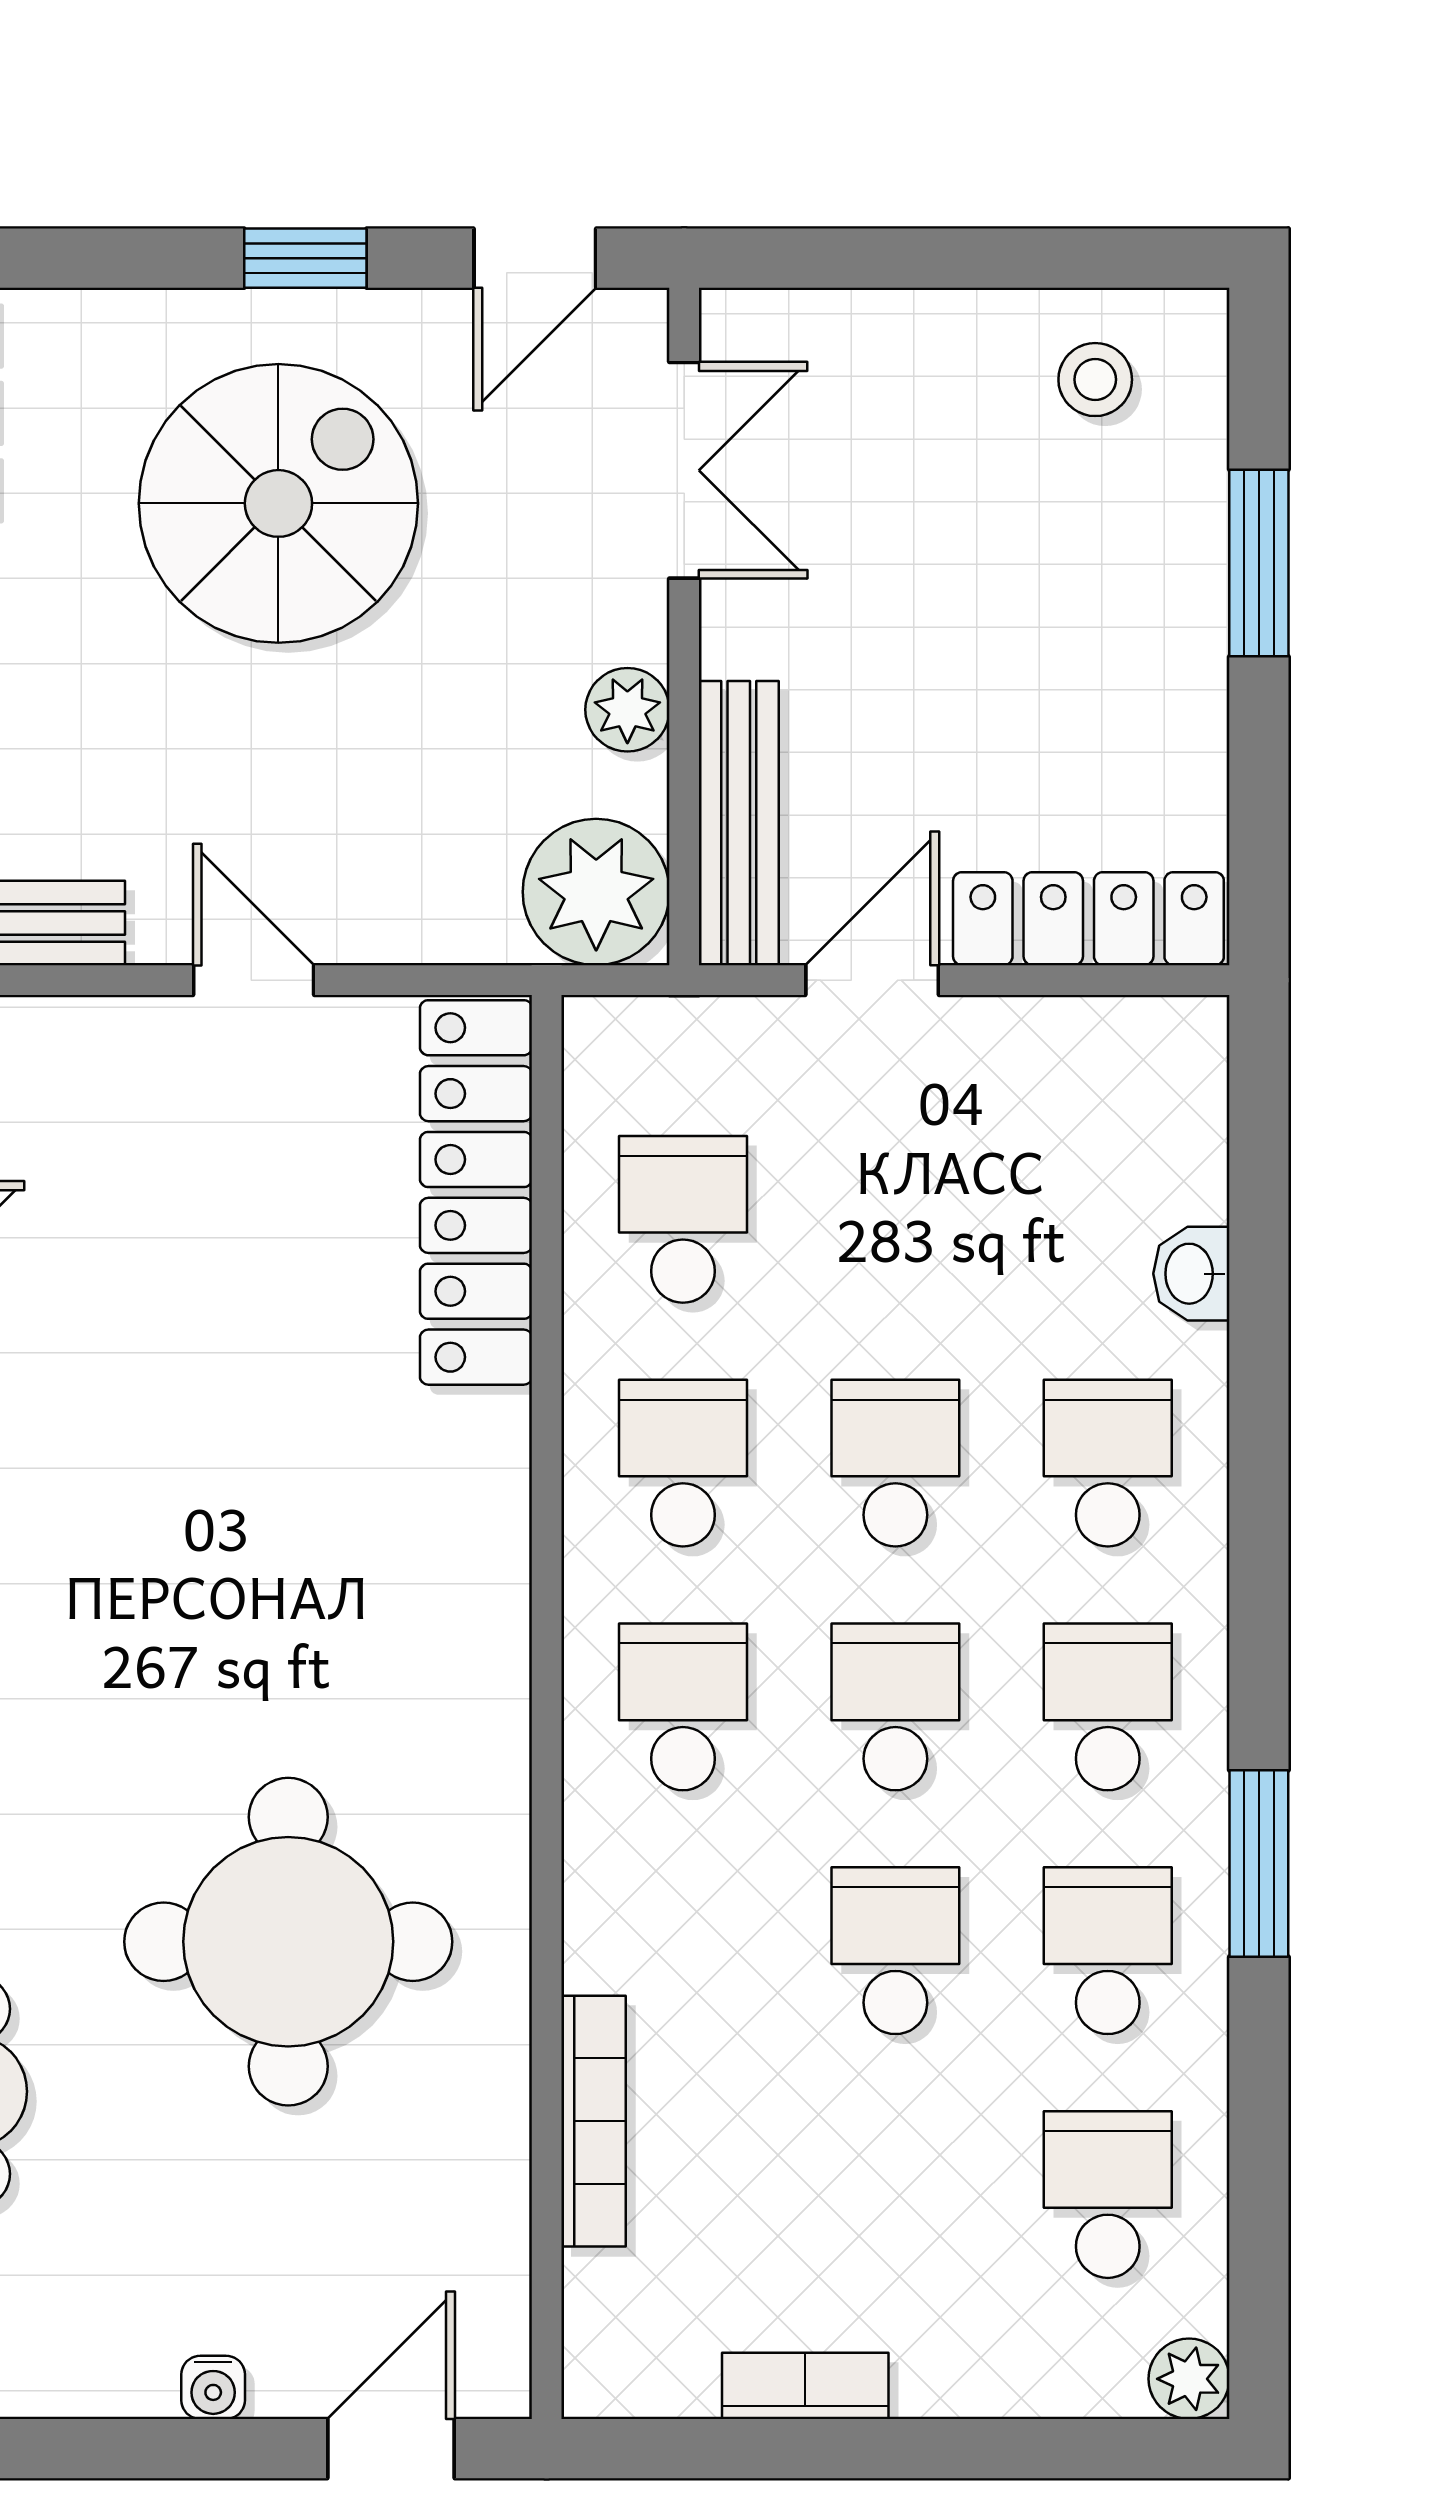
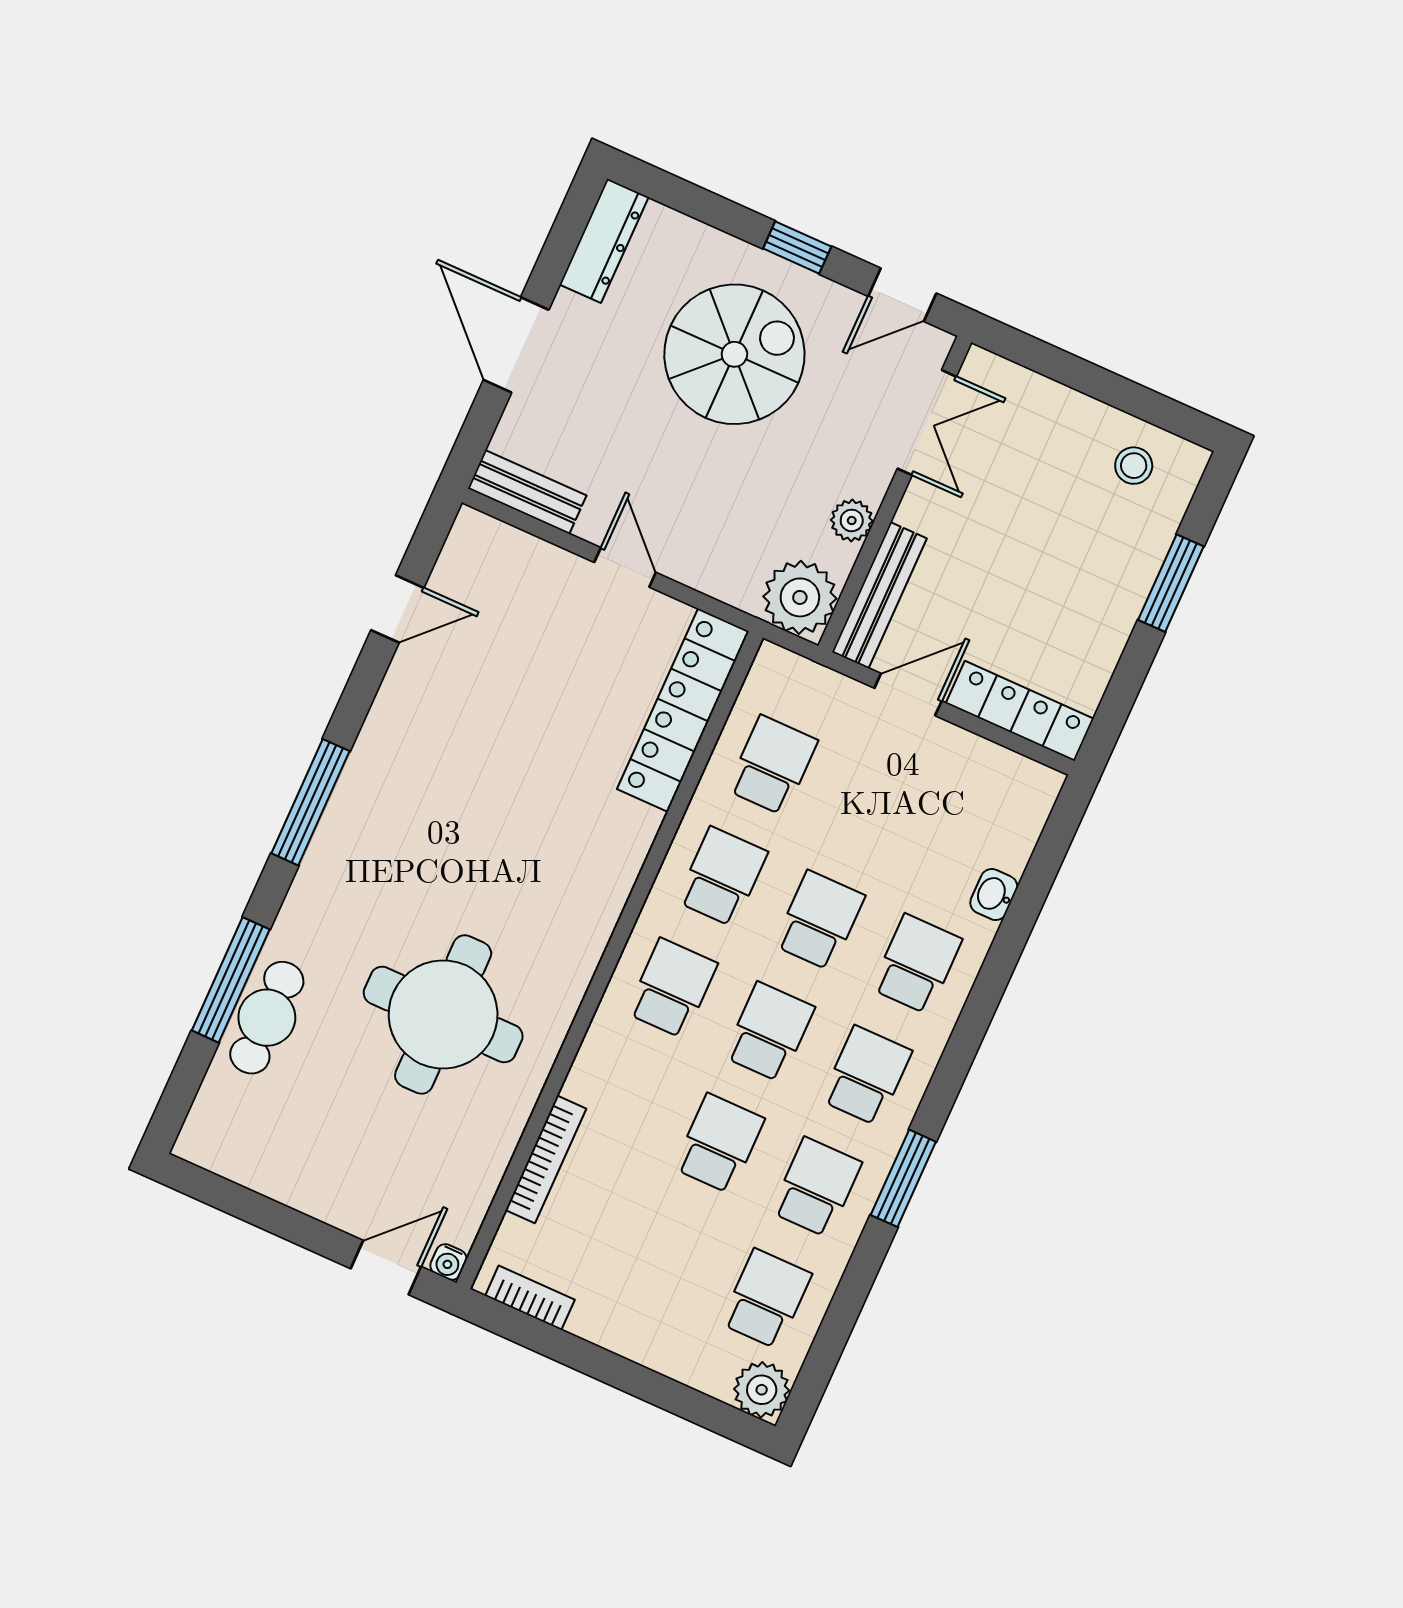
plant: (1189, 2379) -> (762, 1390), width x1.38, depth x1.38
bookcase: (805, 2386) -> (530, 1298), moved
water cooler: (213, 2387) -> (448, 1262), moved

